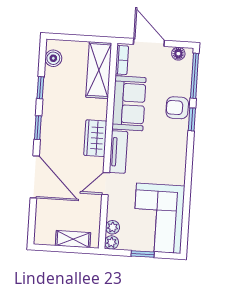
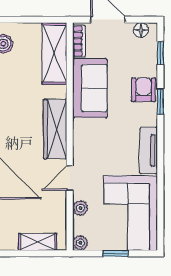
window: (195, 76) -> (160, 53), width x0.46
armchair: (177, 108) -> (143, 90), turned 90
wardrobe: (95, 138) -> (55, 129), width x1.50
tv unit: (118, 152) -> (148, 151), moved, turned 180
plant: (113, 227) -> (80, 208), moved

